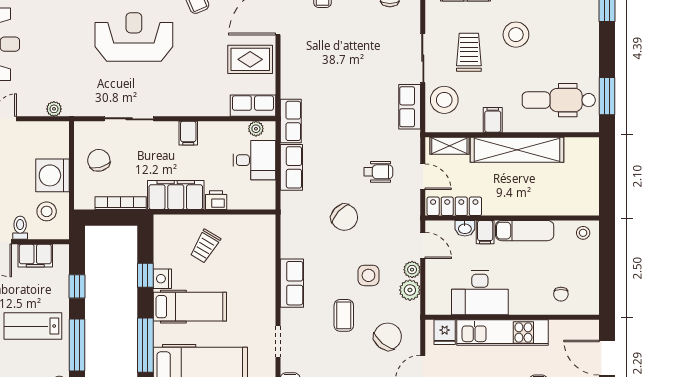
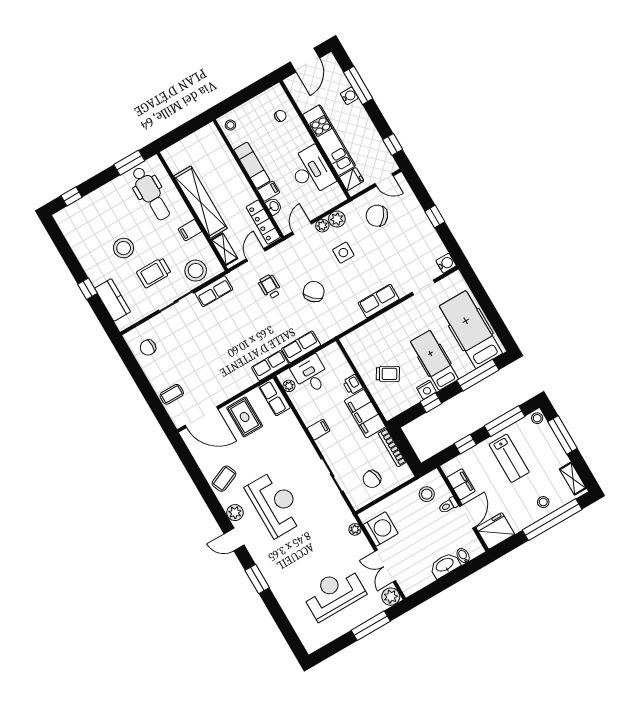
reception desk: (134, 37) -> (275, 504), turned 180
washing machine: (53, 175) -> (381, 529), moved, turned -90
coffee table: (344, 315) -> (380, 253), removed

